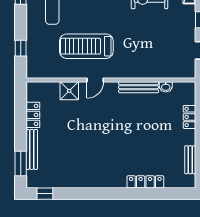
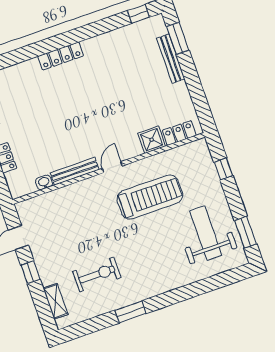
door: (95, 80) -> (112, 167), moved
locker: (33, 115) -> (179, 133), moved, turned 90
locker: (145, 182) -> (61, 56), moved

